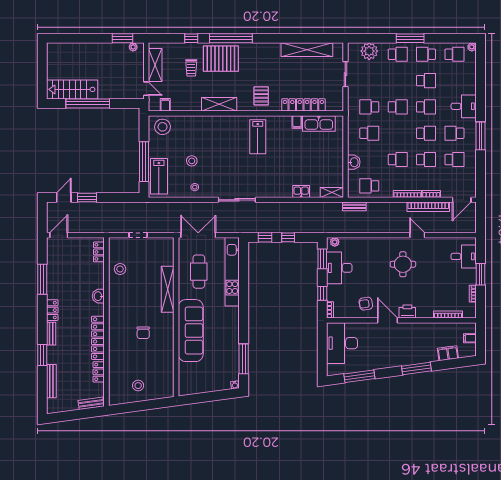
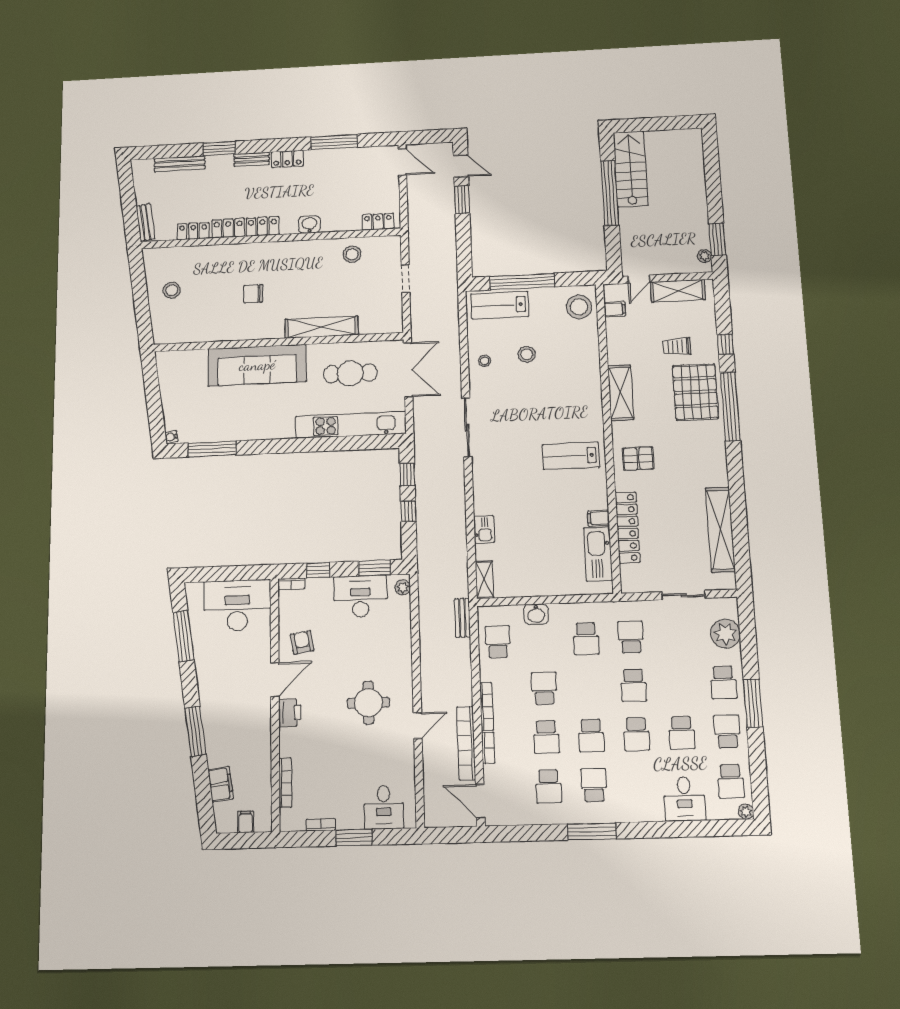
desk: (464, 106) -> (684, 799), moved
school desk: (398, 160) -> (544, 688), turned 180

